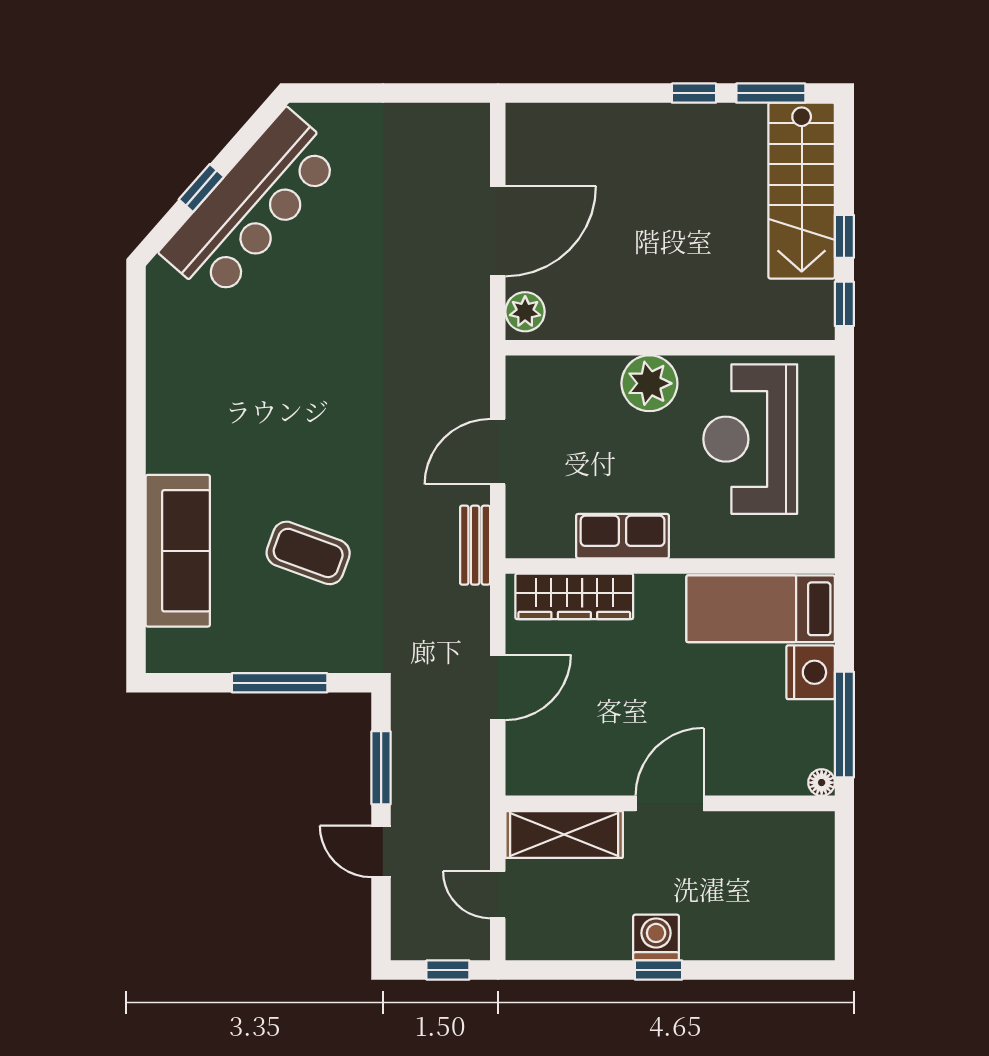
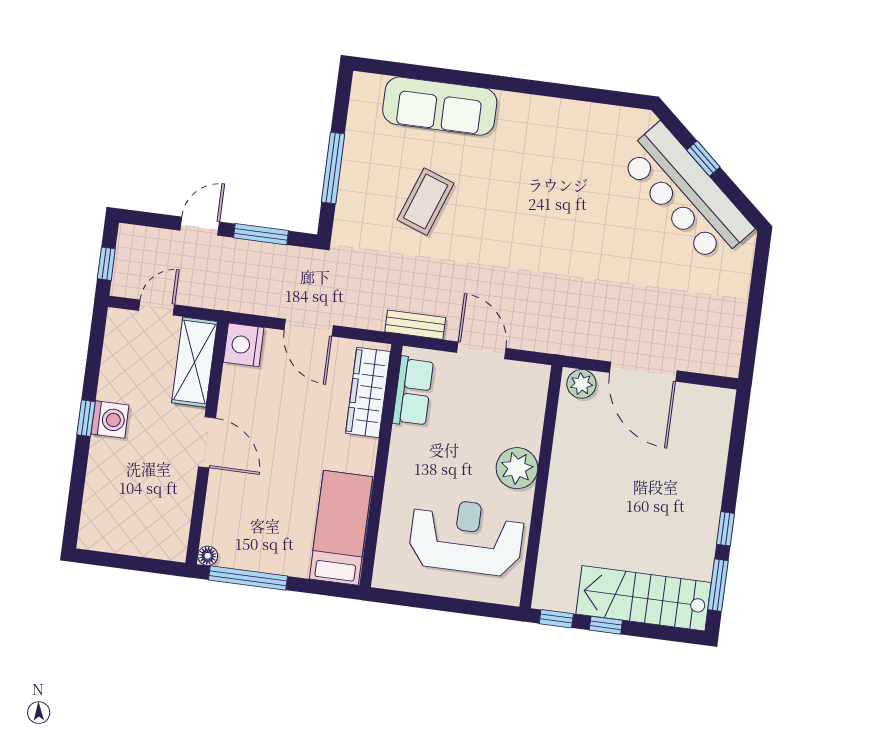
row of seats: (623, 536) -> (413, 391), moved
nightstand: (811, 672) -> (244, 345), moved, turned 90

